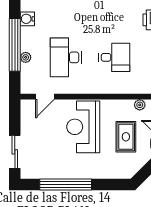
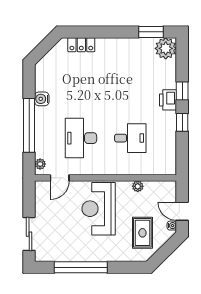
plant: (26, 57) -> (40, 164), moved
plant: (140, 105) -> (138, 186), moved
rug: (126, 137) -> (142, 233), moved

